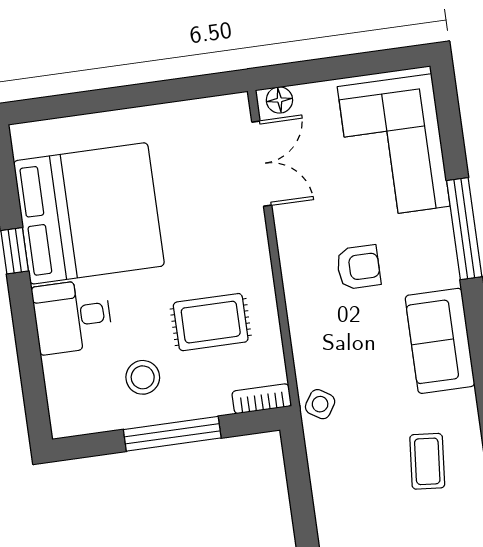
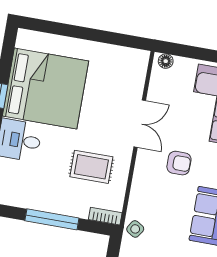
double door: (262, 164) -> (140, 124), moved
stool: (143, 377) -> (46, 184), removed

